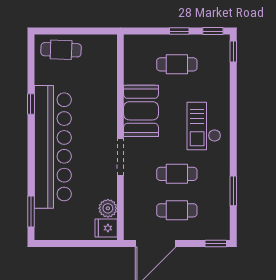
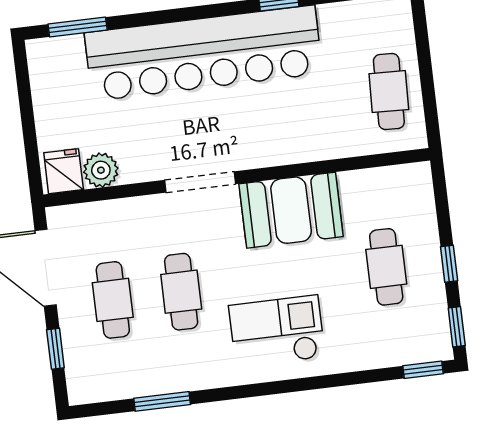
cafe table: (61, 50) -> (389, 92), moved
window: (216, 244) -> (55, 349), moved

